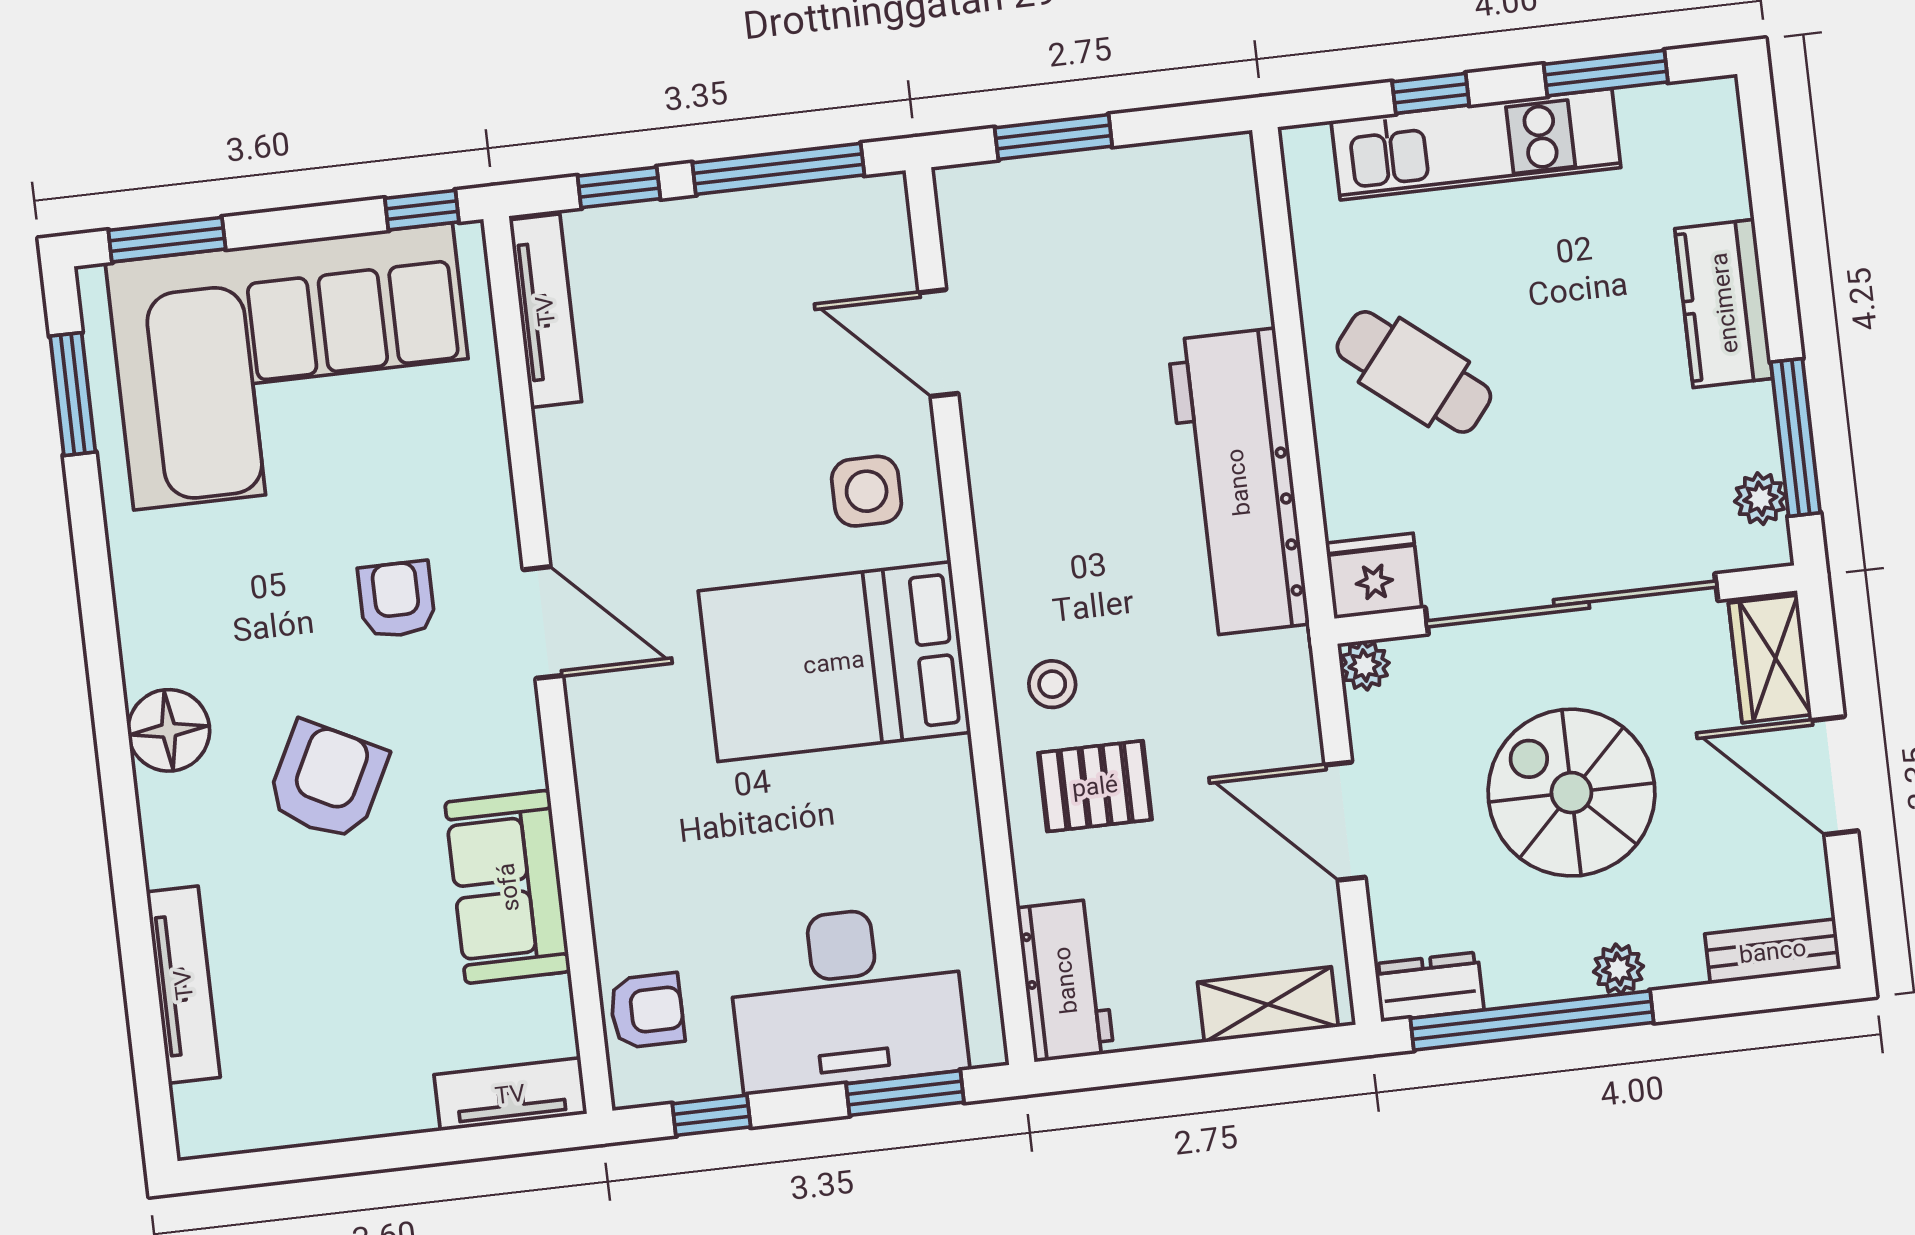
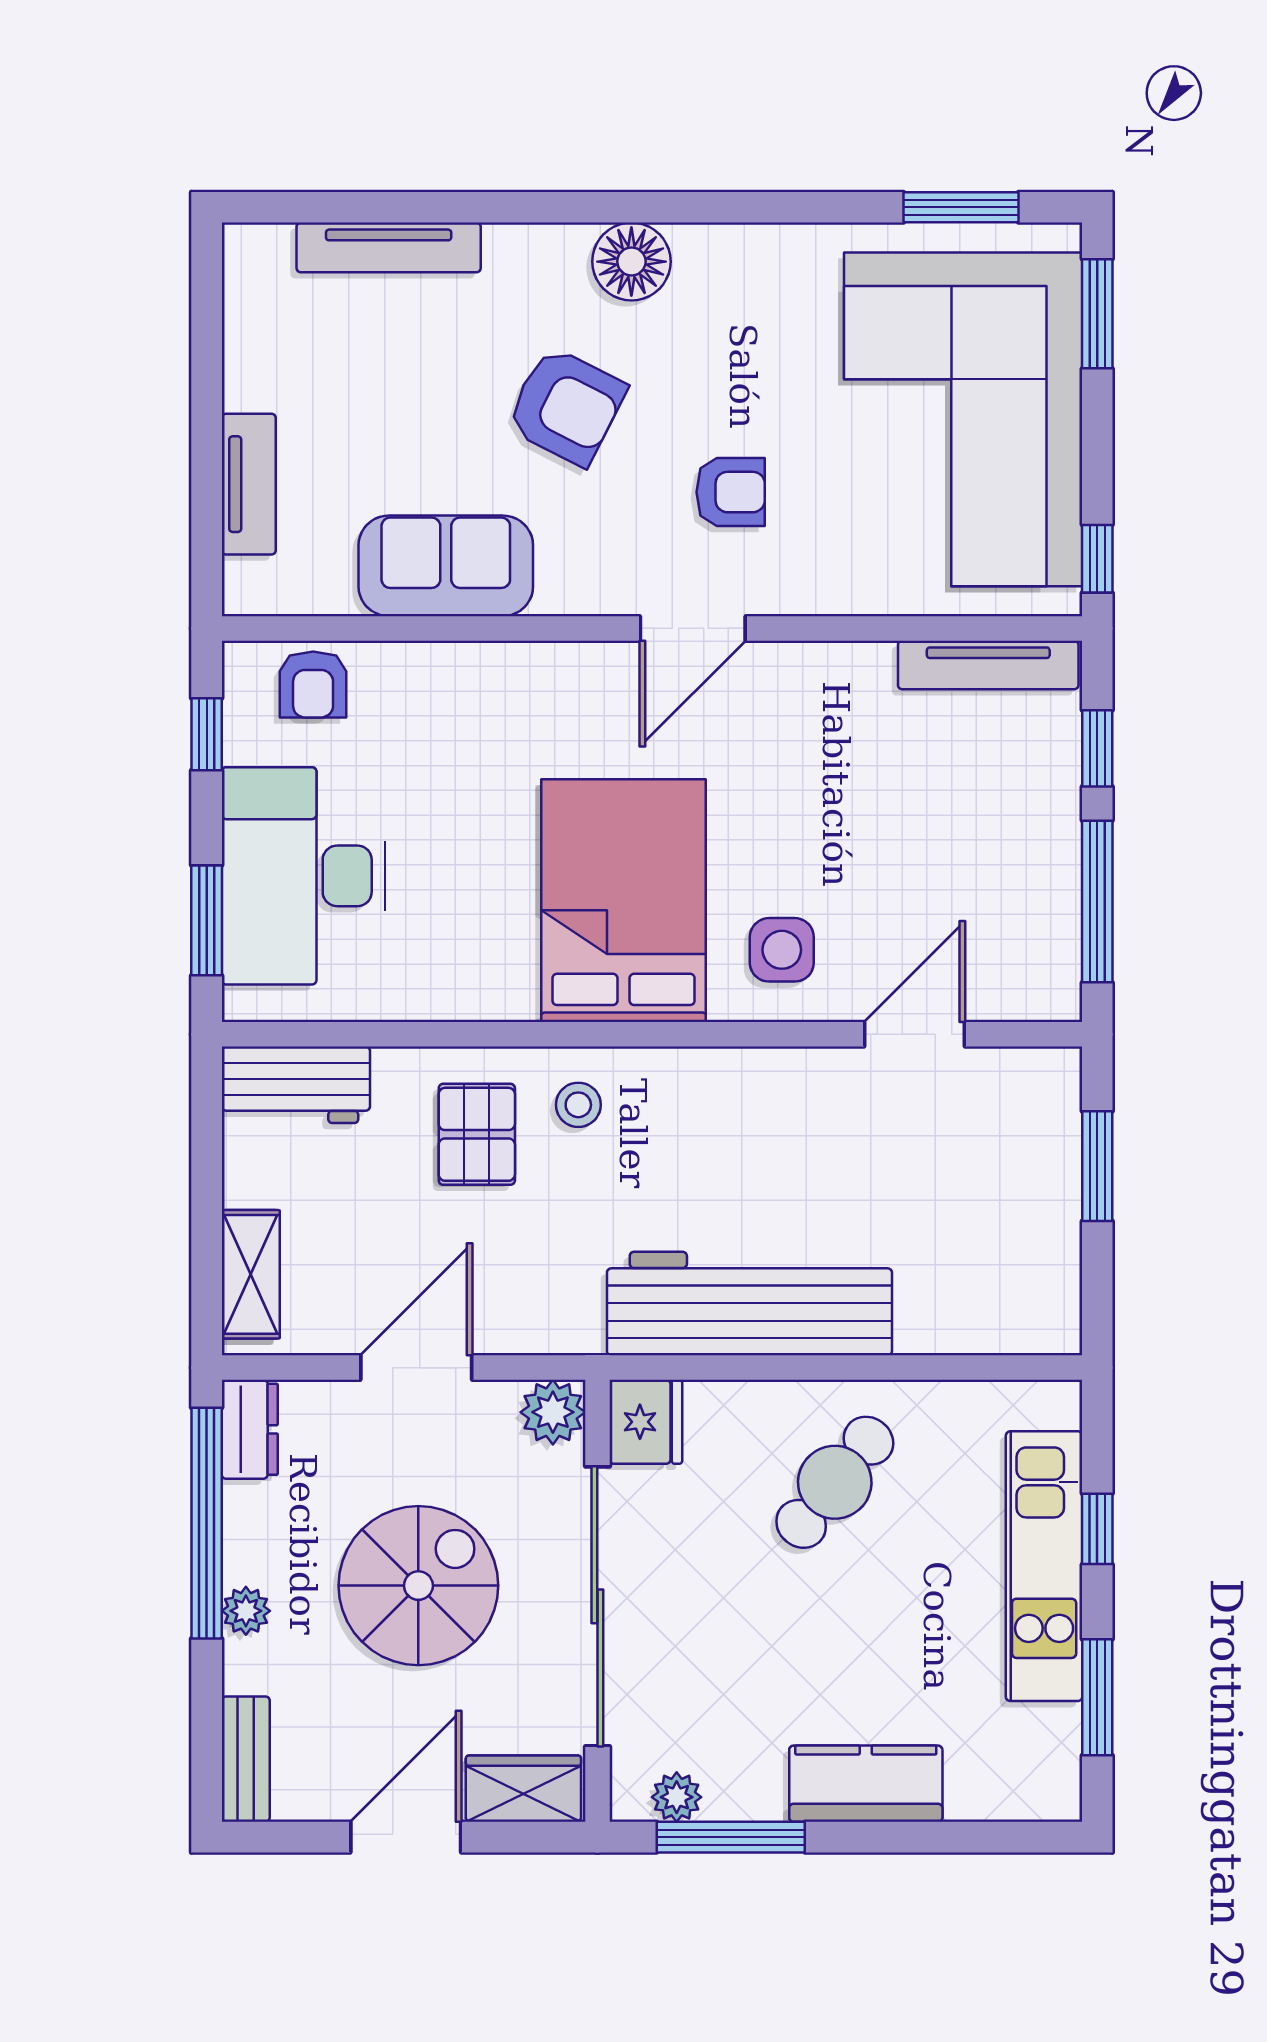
plant: (1365, 666) -> (553, 1412), width x1.38, depth x1.38
tv unit: (510, 1094) -> (249, 484), moved

